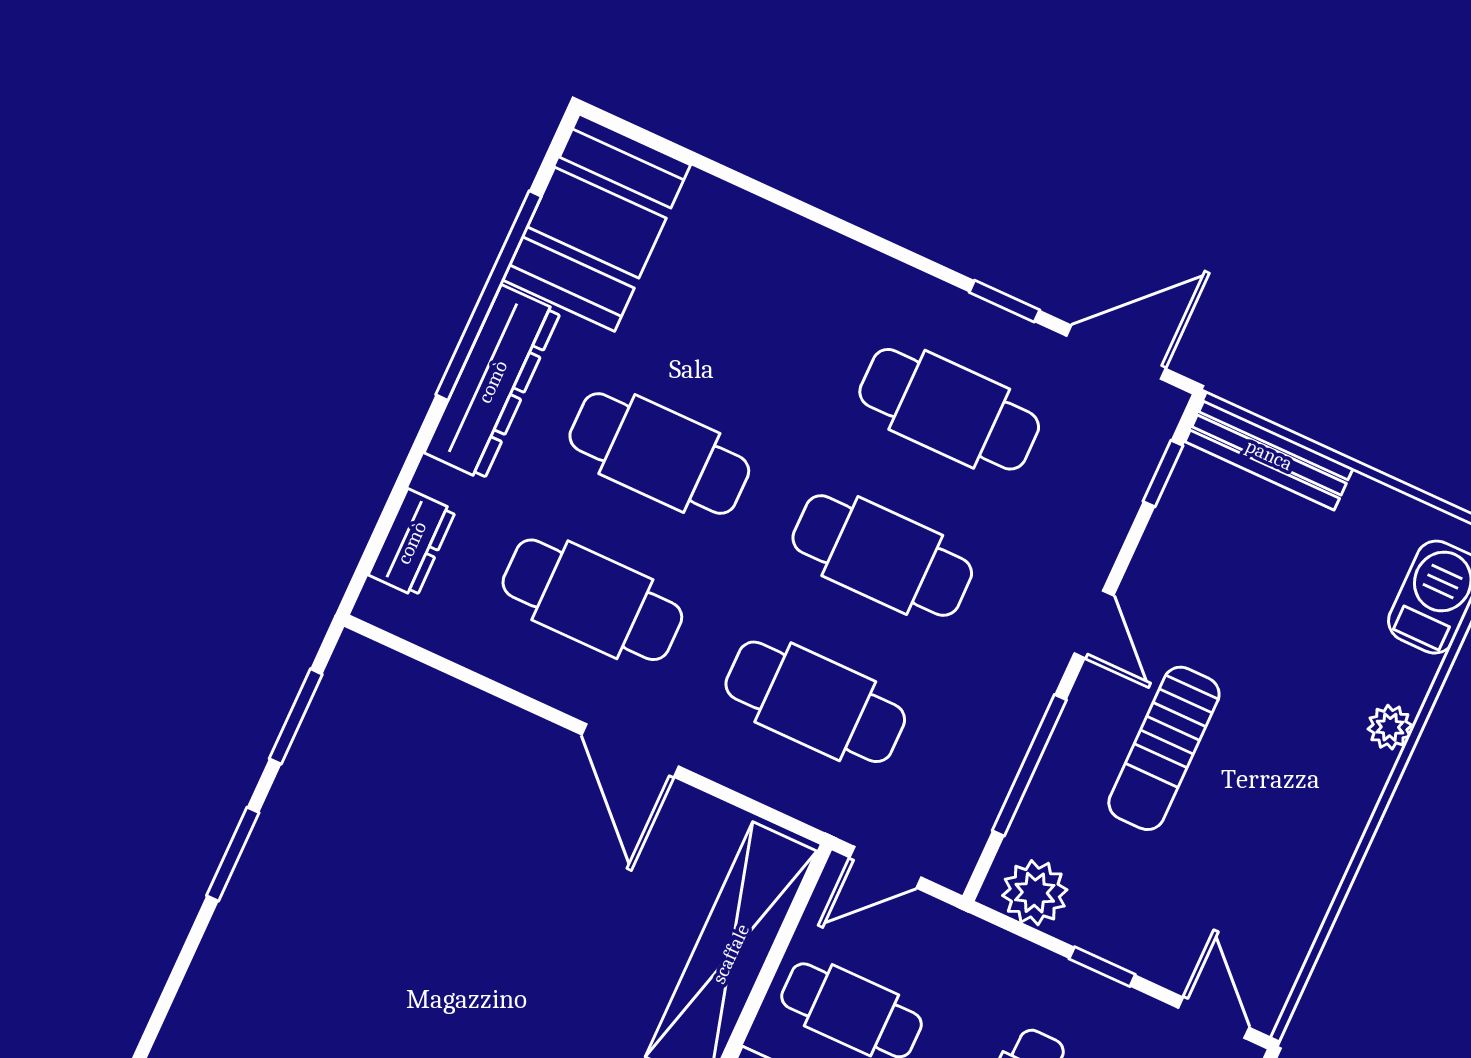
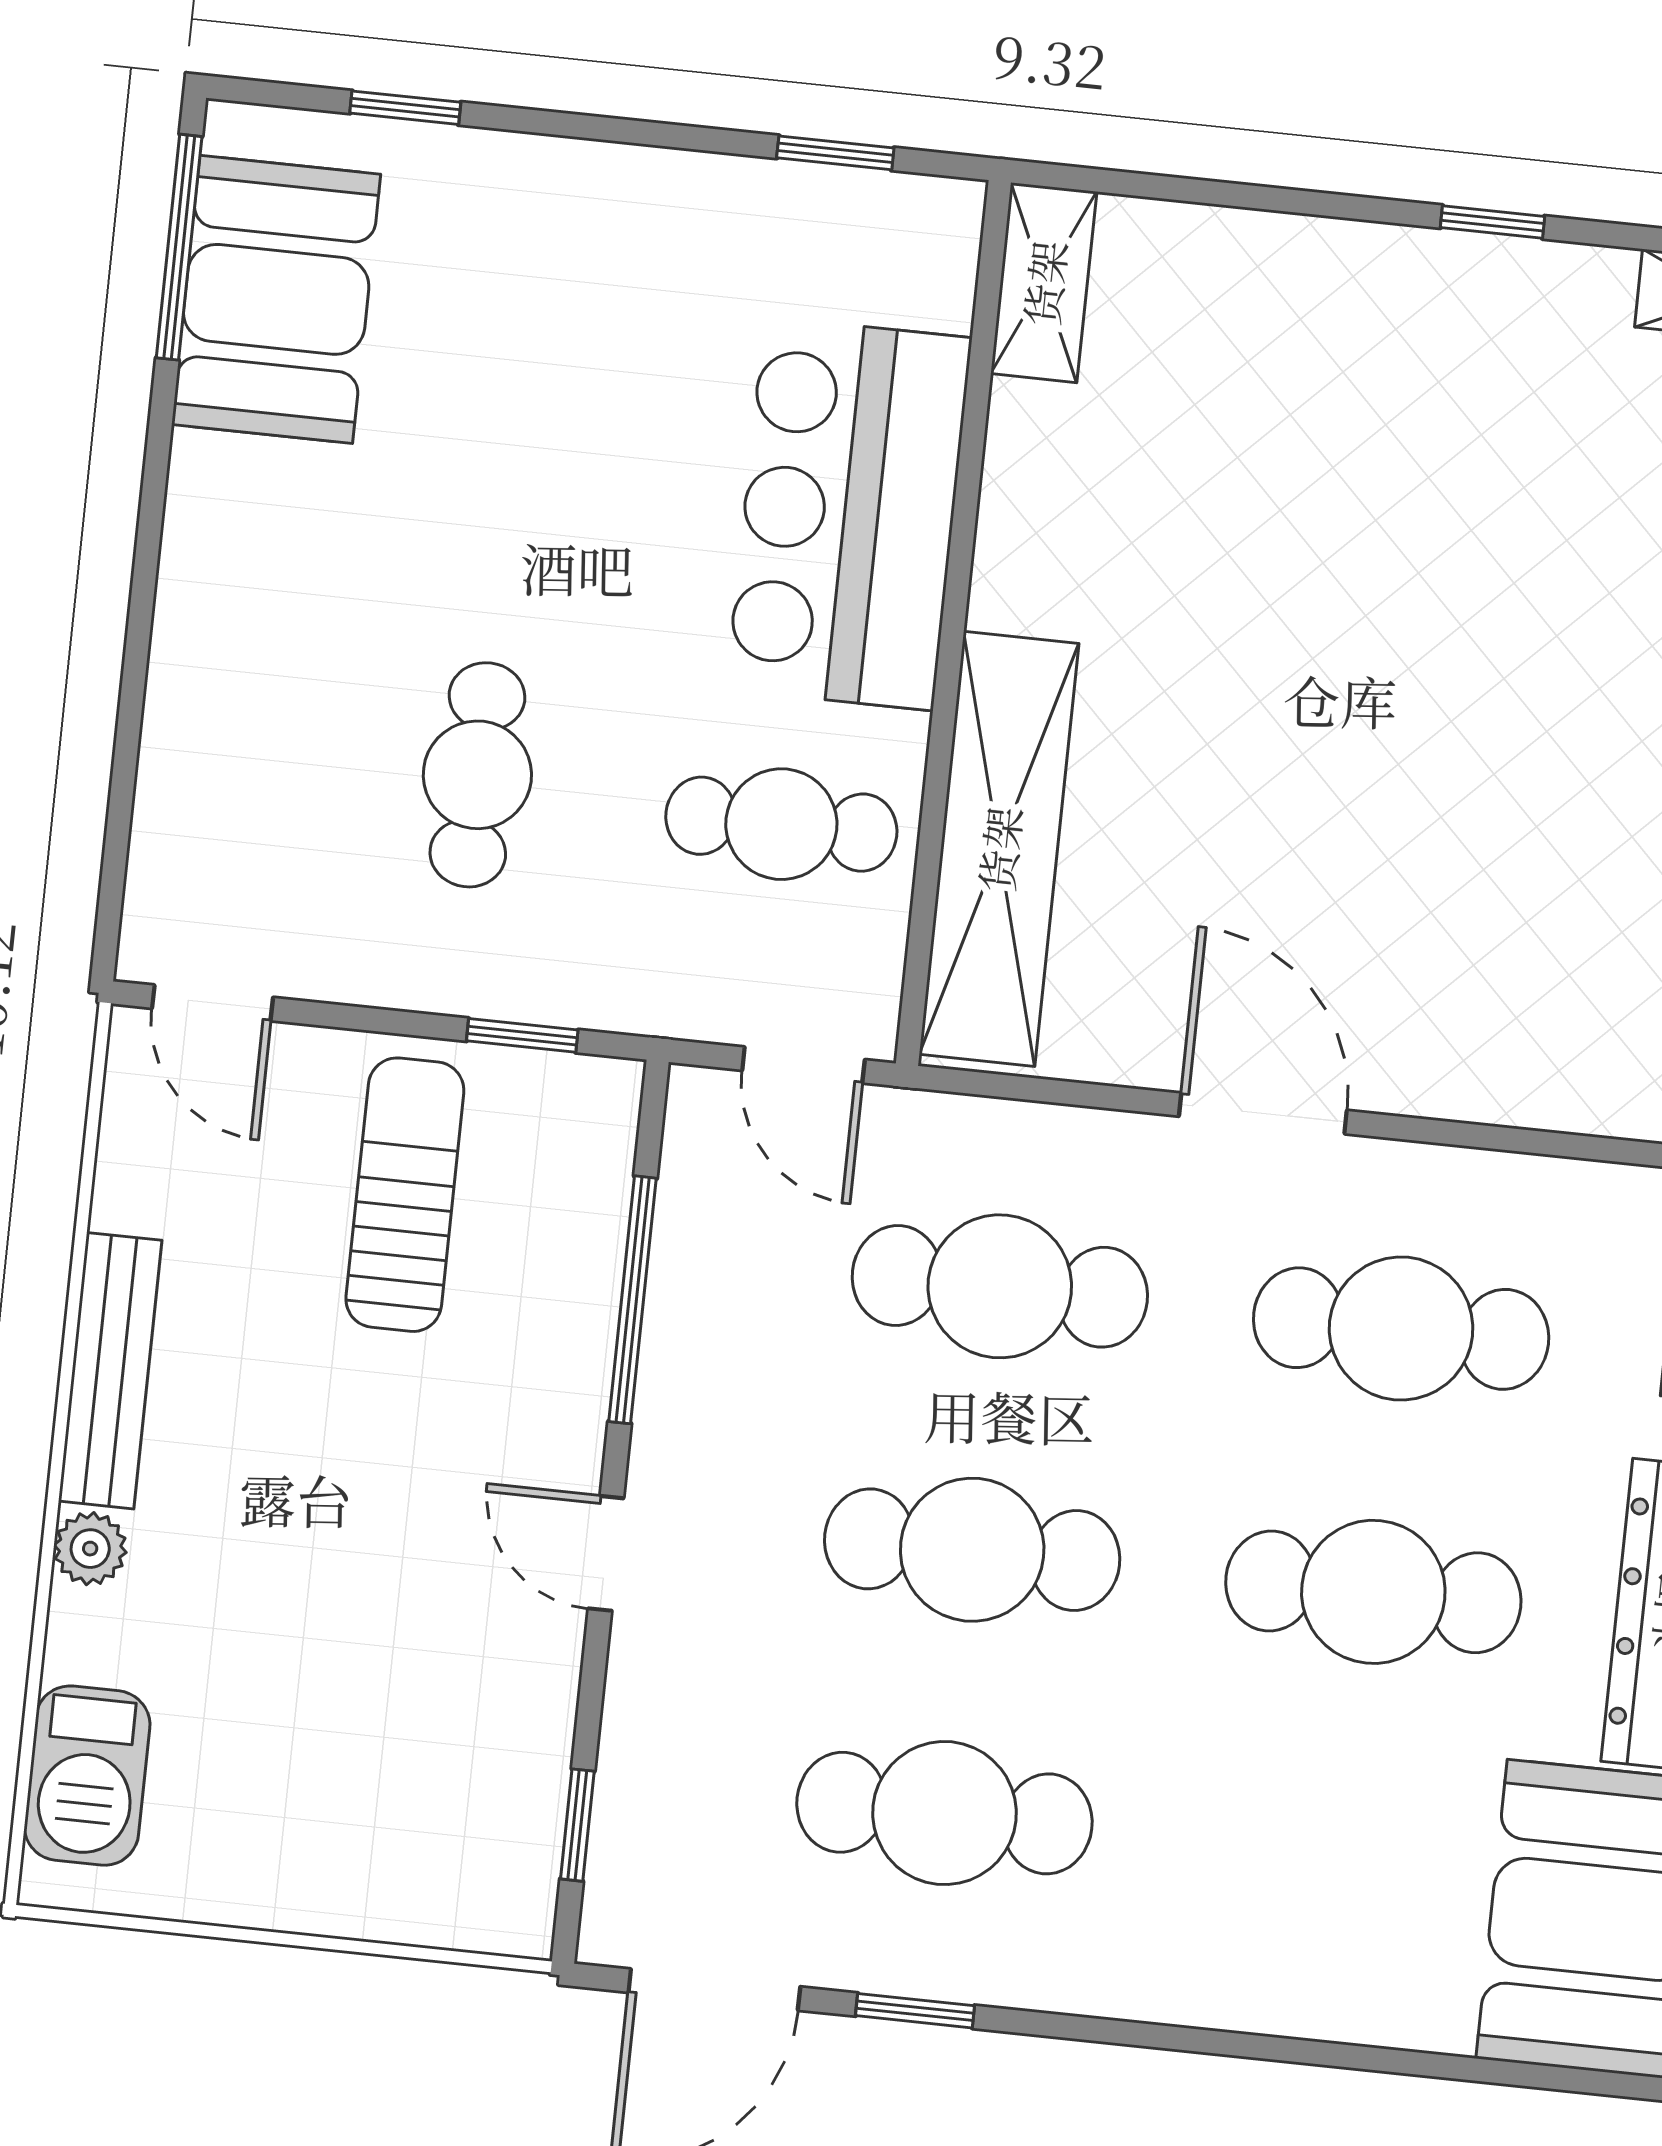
bench: (1269, 455) -> (110, 1371), moved, turned 90
sun lounger: (1164, 748) -> (405, 1195), moved
door: (885, 867) -> (803, 1065), swing flipped
plant: (1035, 893) -> (557, 1104), removed
window: (1102, 967) -> (522, 1035), moved

